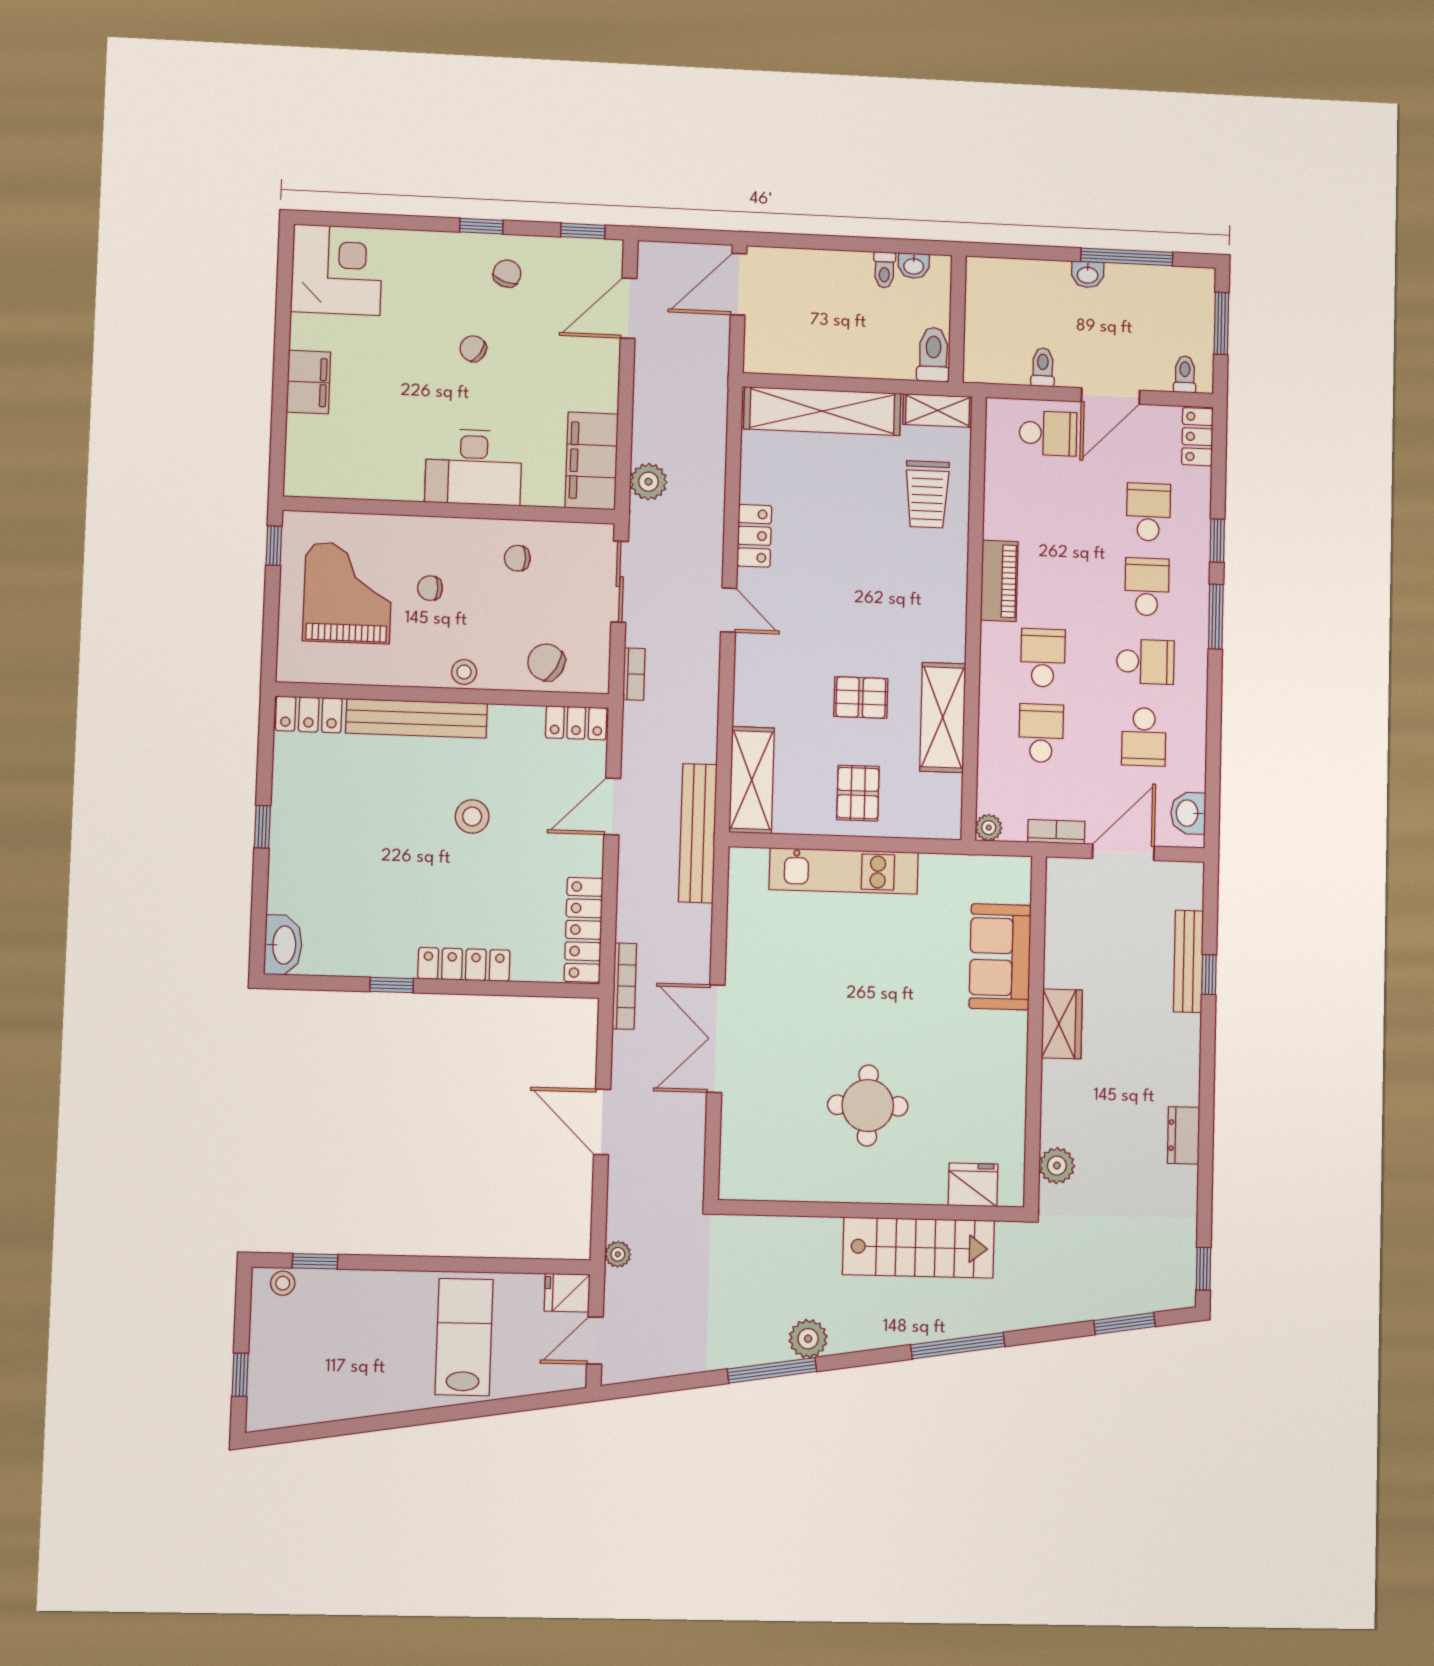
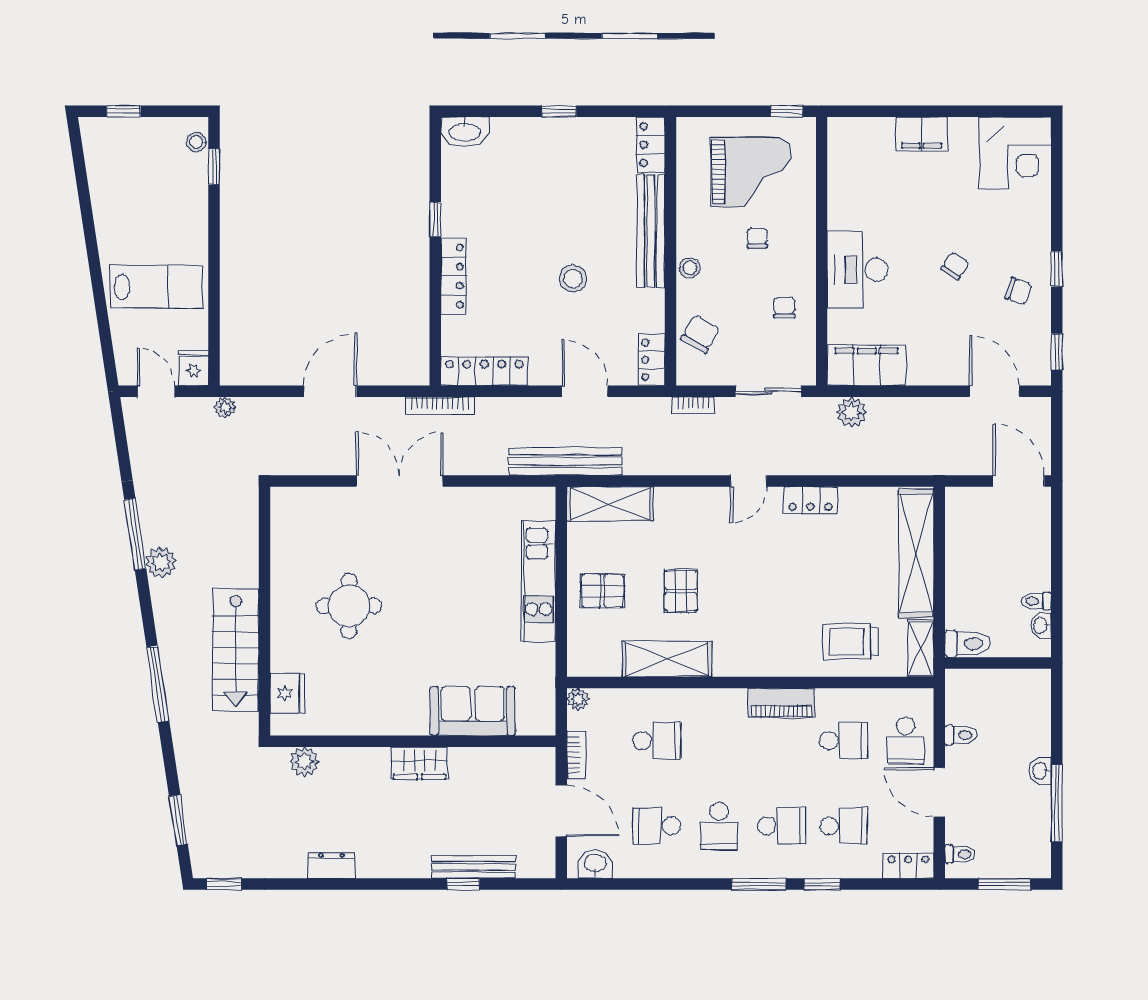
school desk: (1043, 658) -> (844, 741), moved

